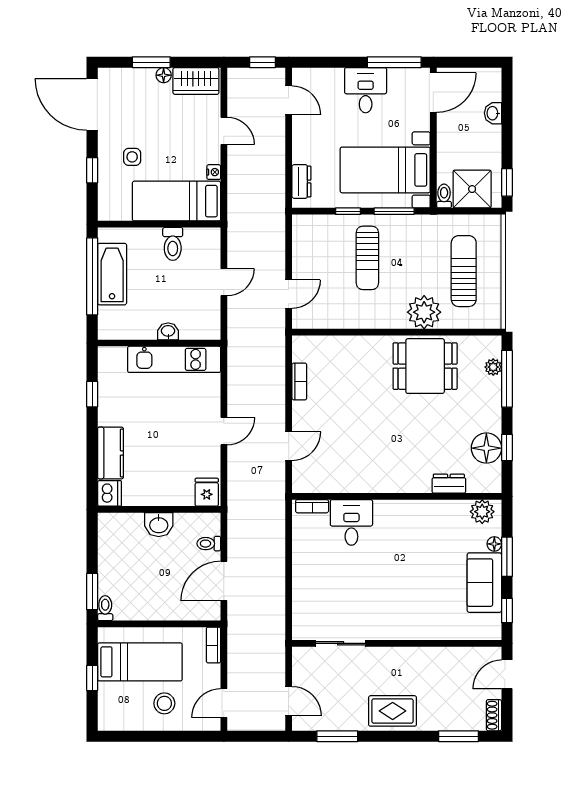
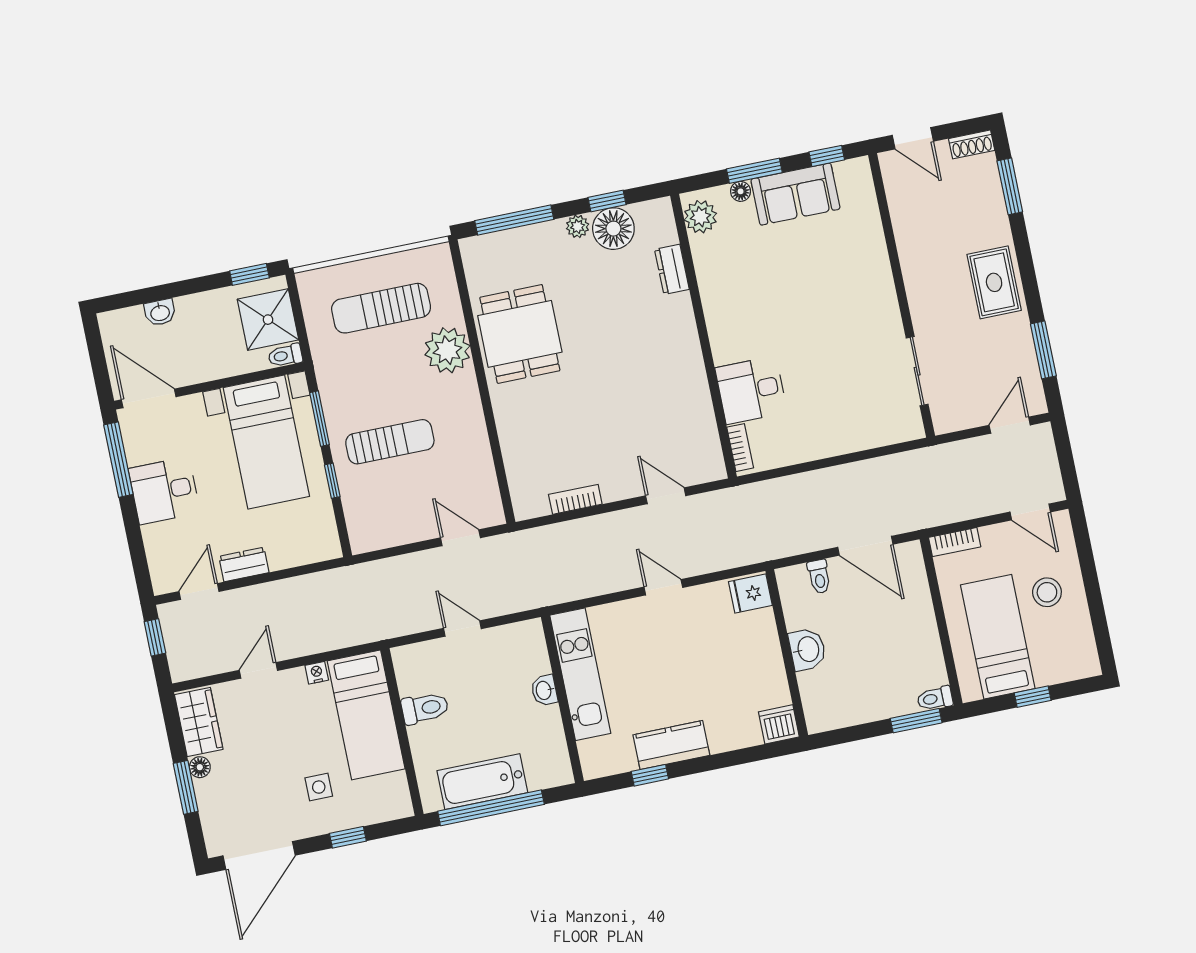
dresser: (301, 181) -> (244, 564), moved
plant: (493, 367) -> (578, 226), moved
kitchen counter: (110, 453) -> (671, 745), moved

